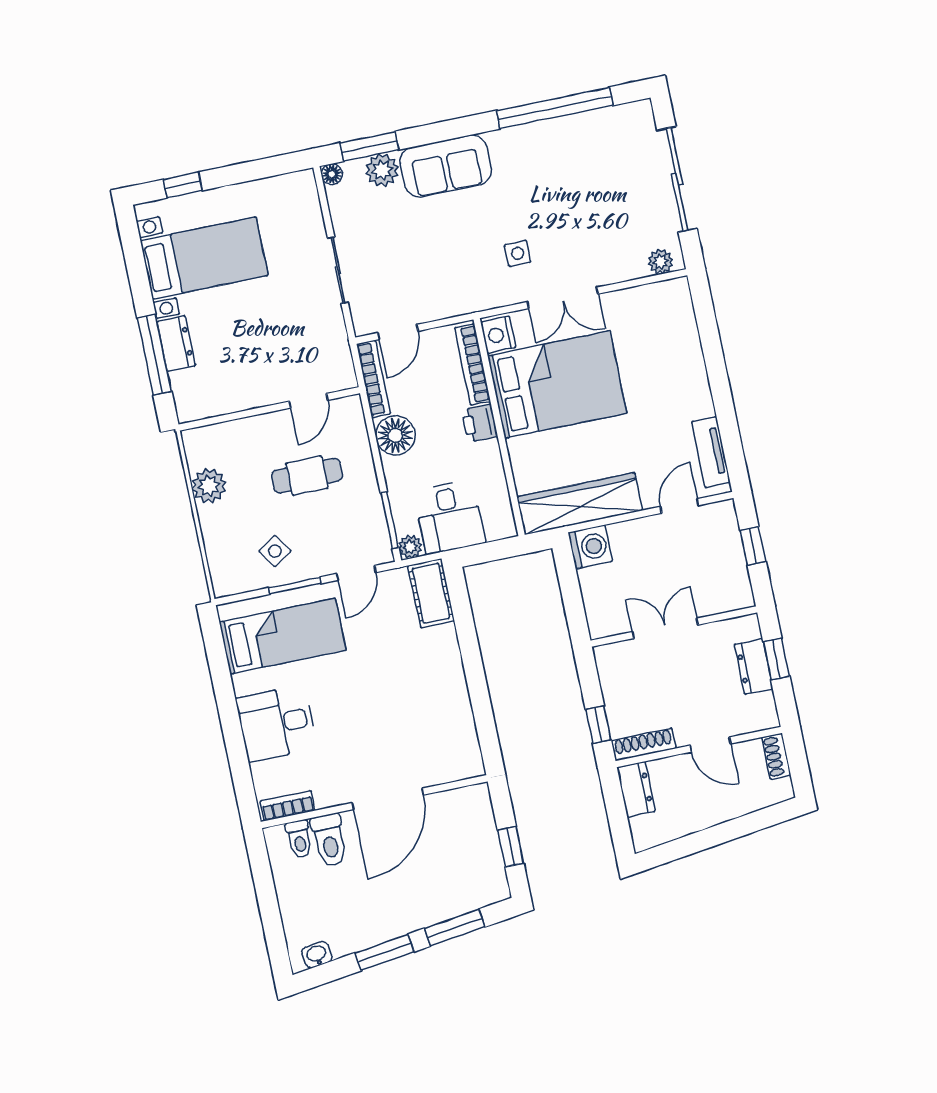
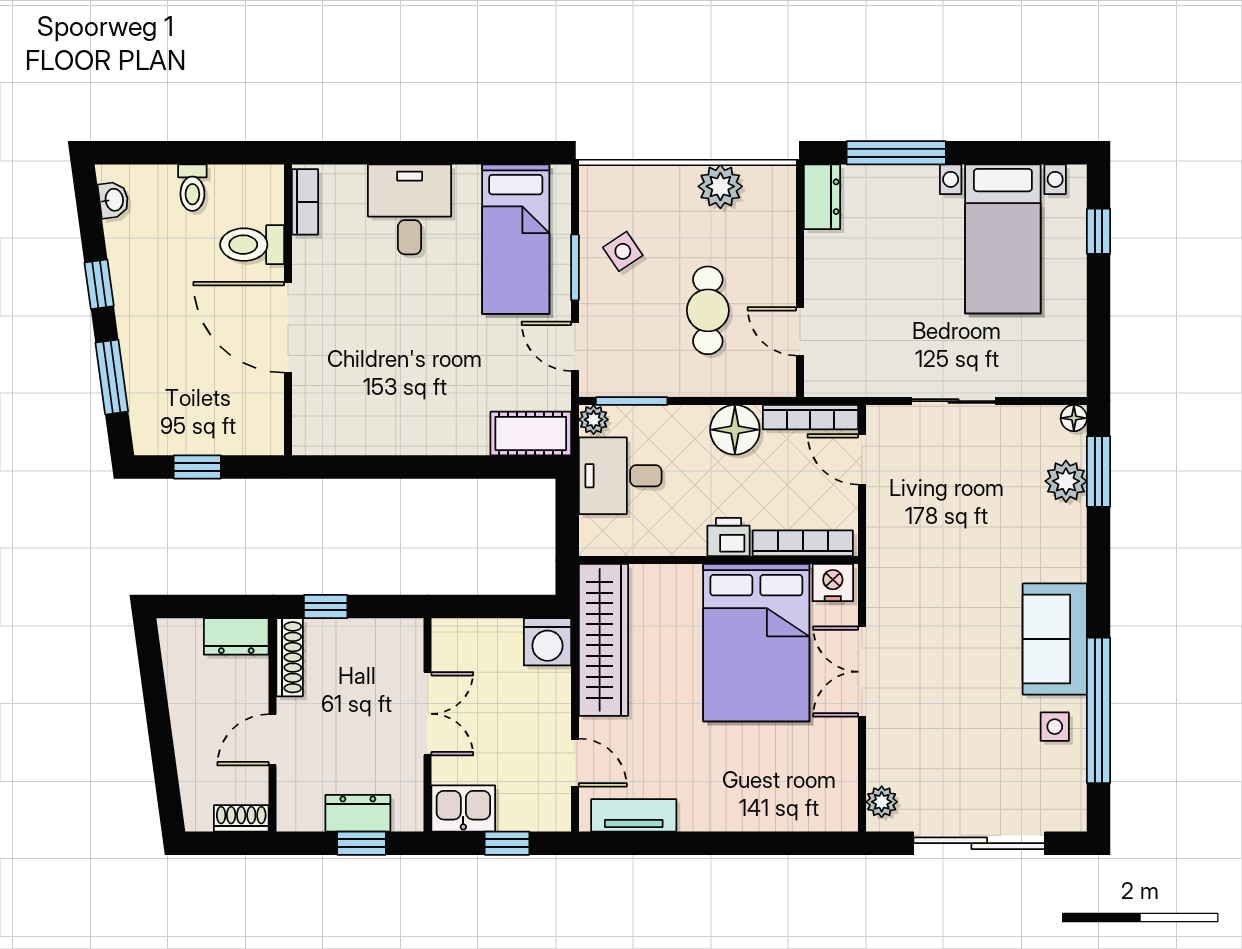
sofa: (446, 166) -> (1055, 639), moved
side table: (518, 253) -> (1055, 727), moved
dresser: (176, 343) -> (822, 197), moved, turned -90
kitchen sink: (733, 585) -> (463, 808), added
toilet: (299, 839) -> (192, 188), moved, turned -90
window: (385, 952) -> (99, 284), width x0.67

